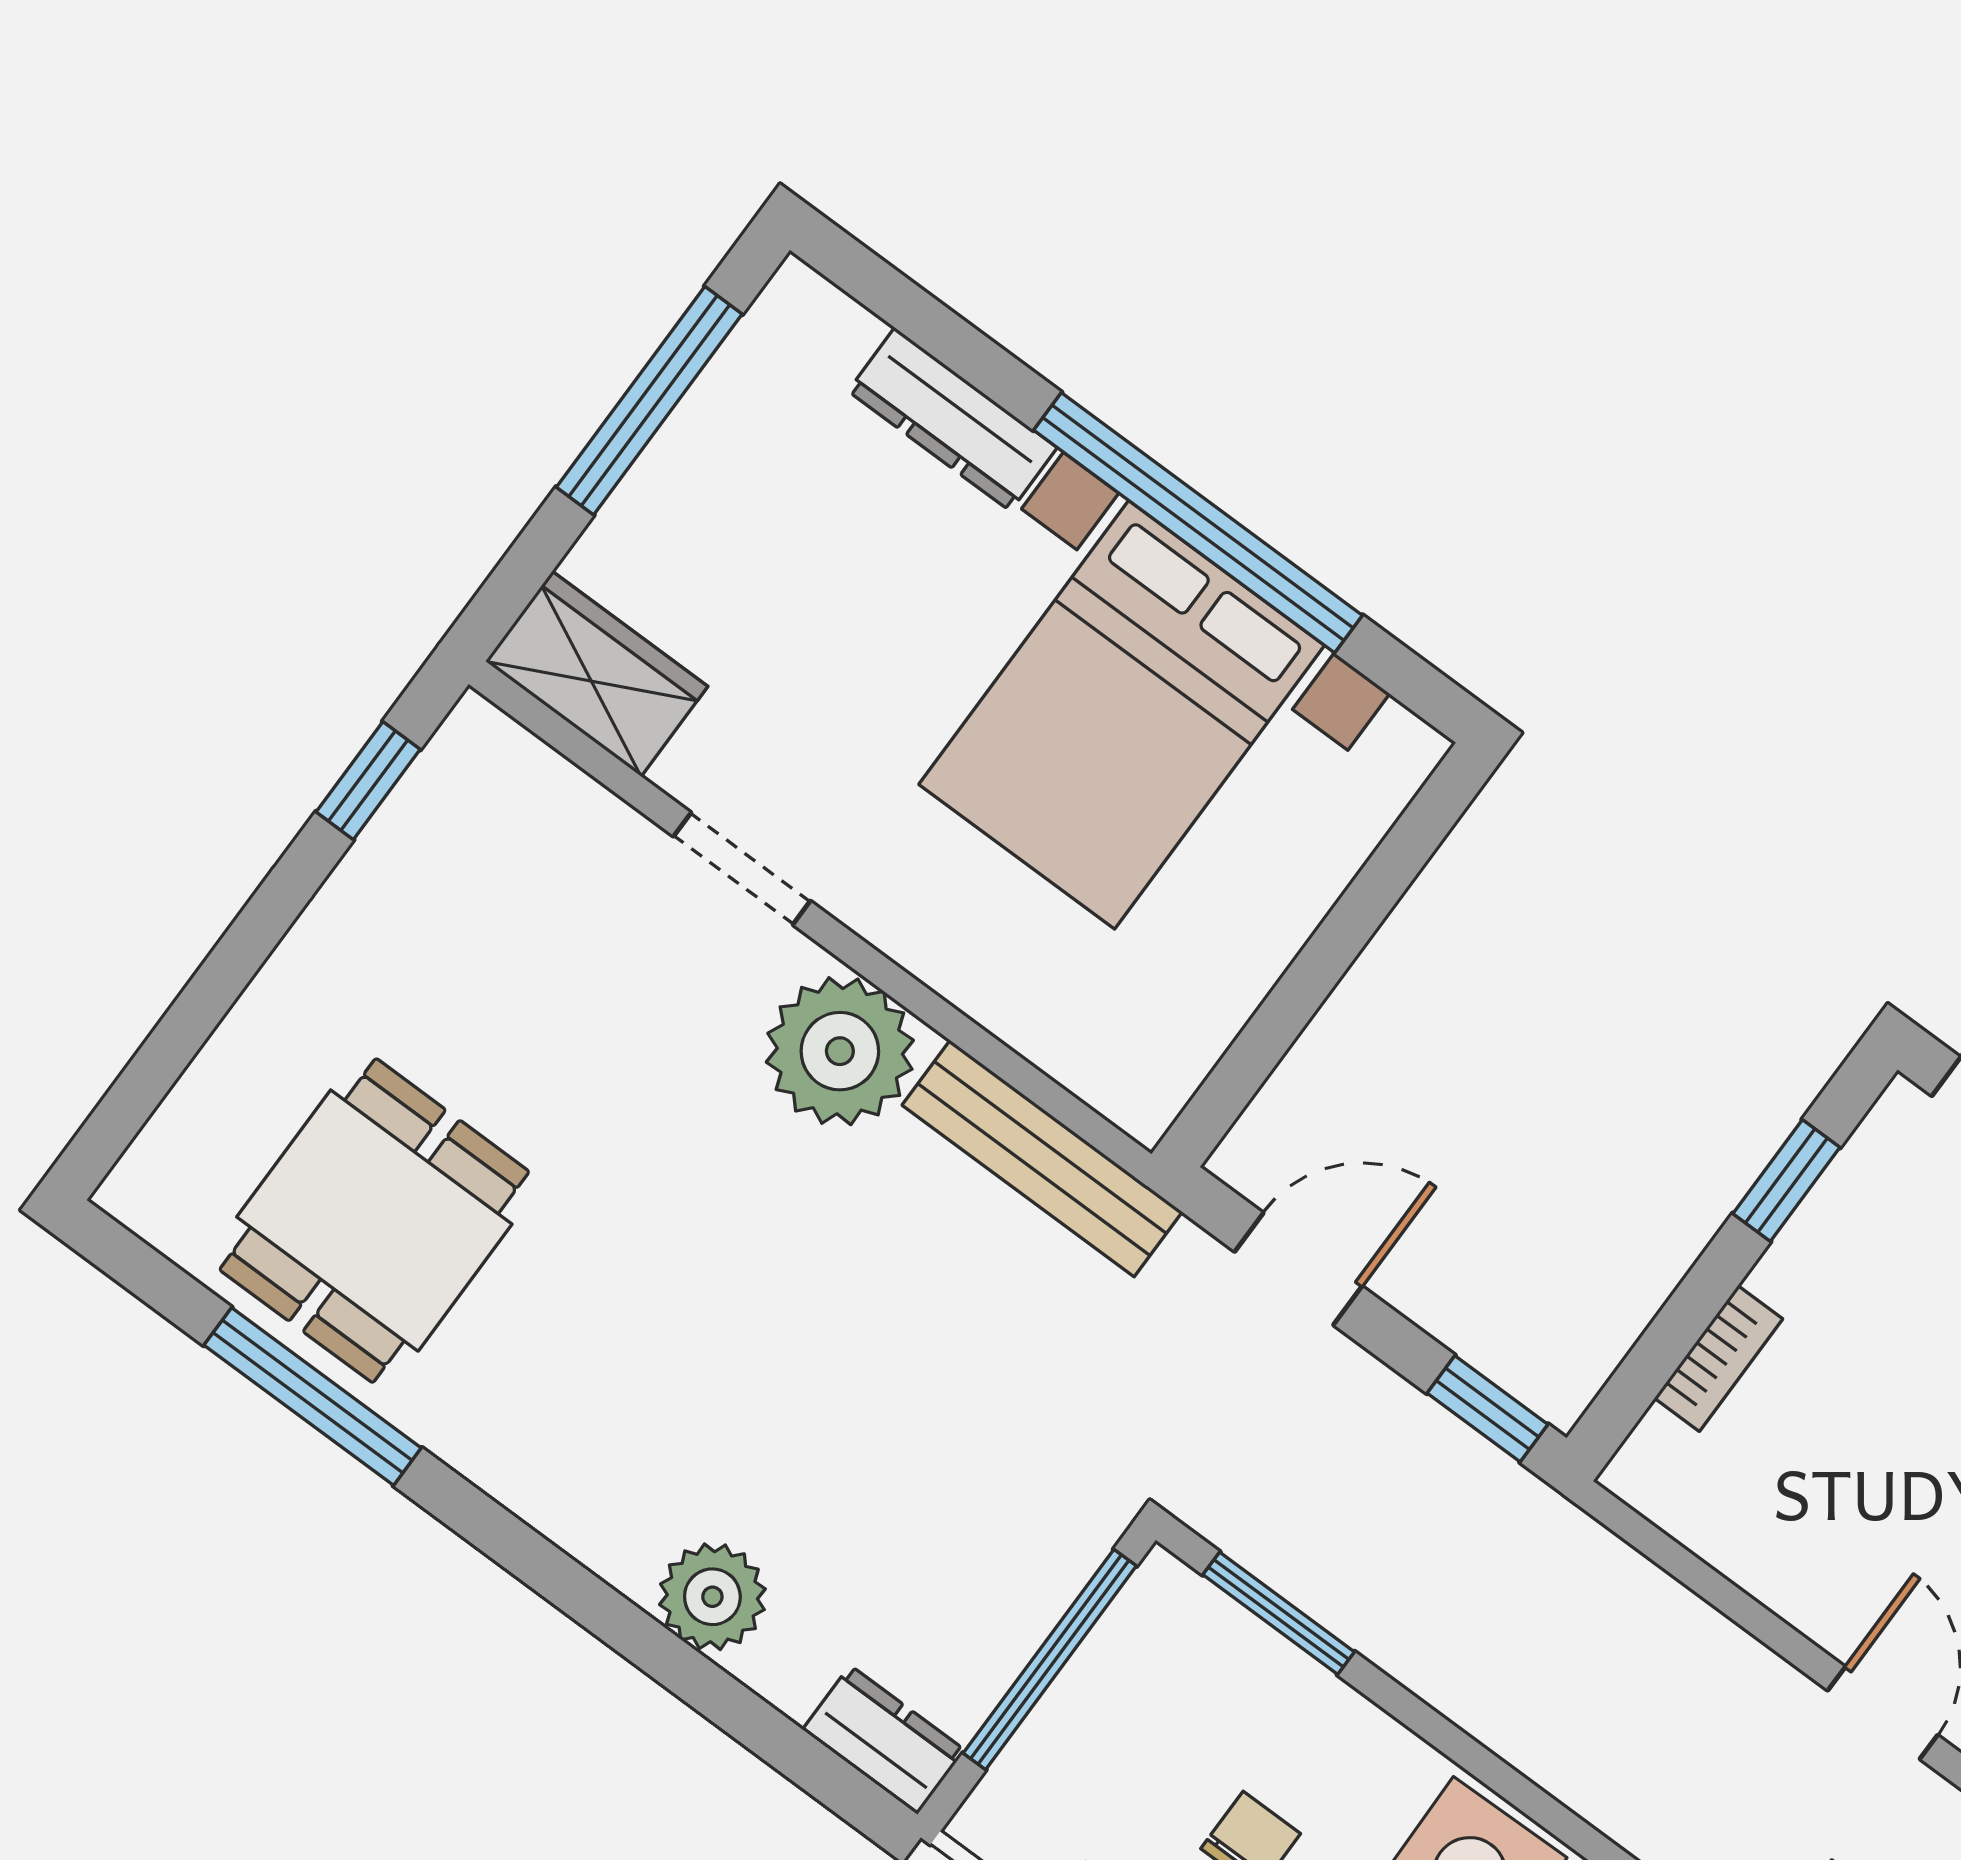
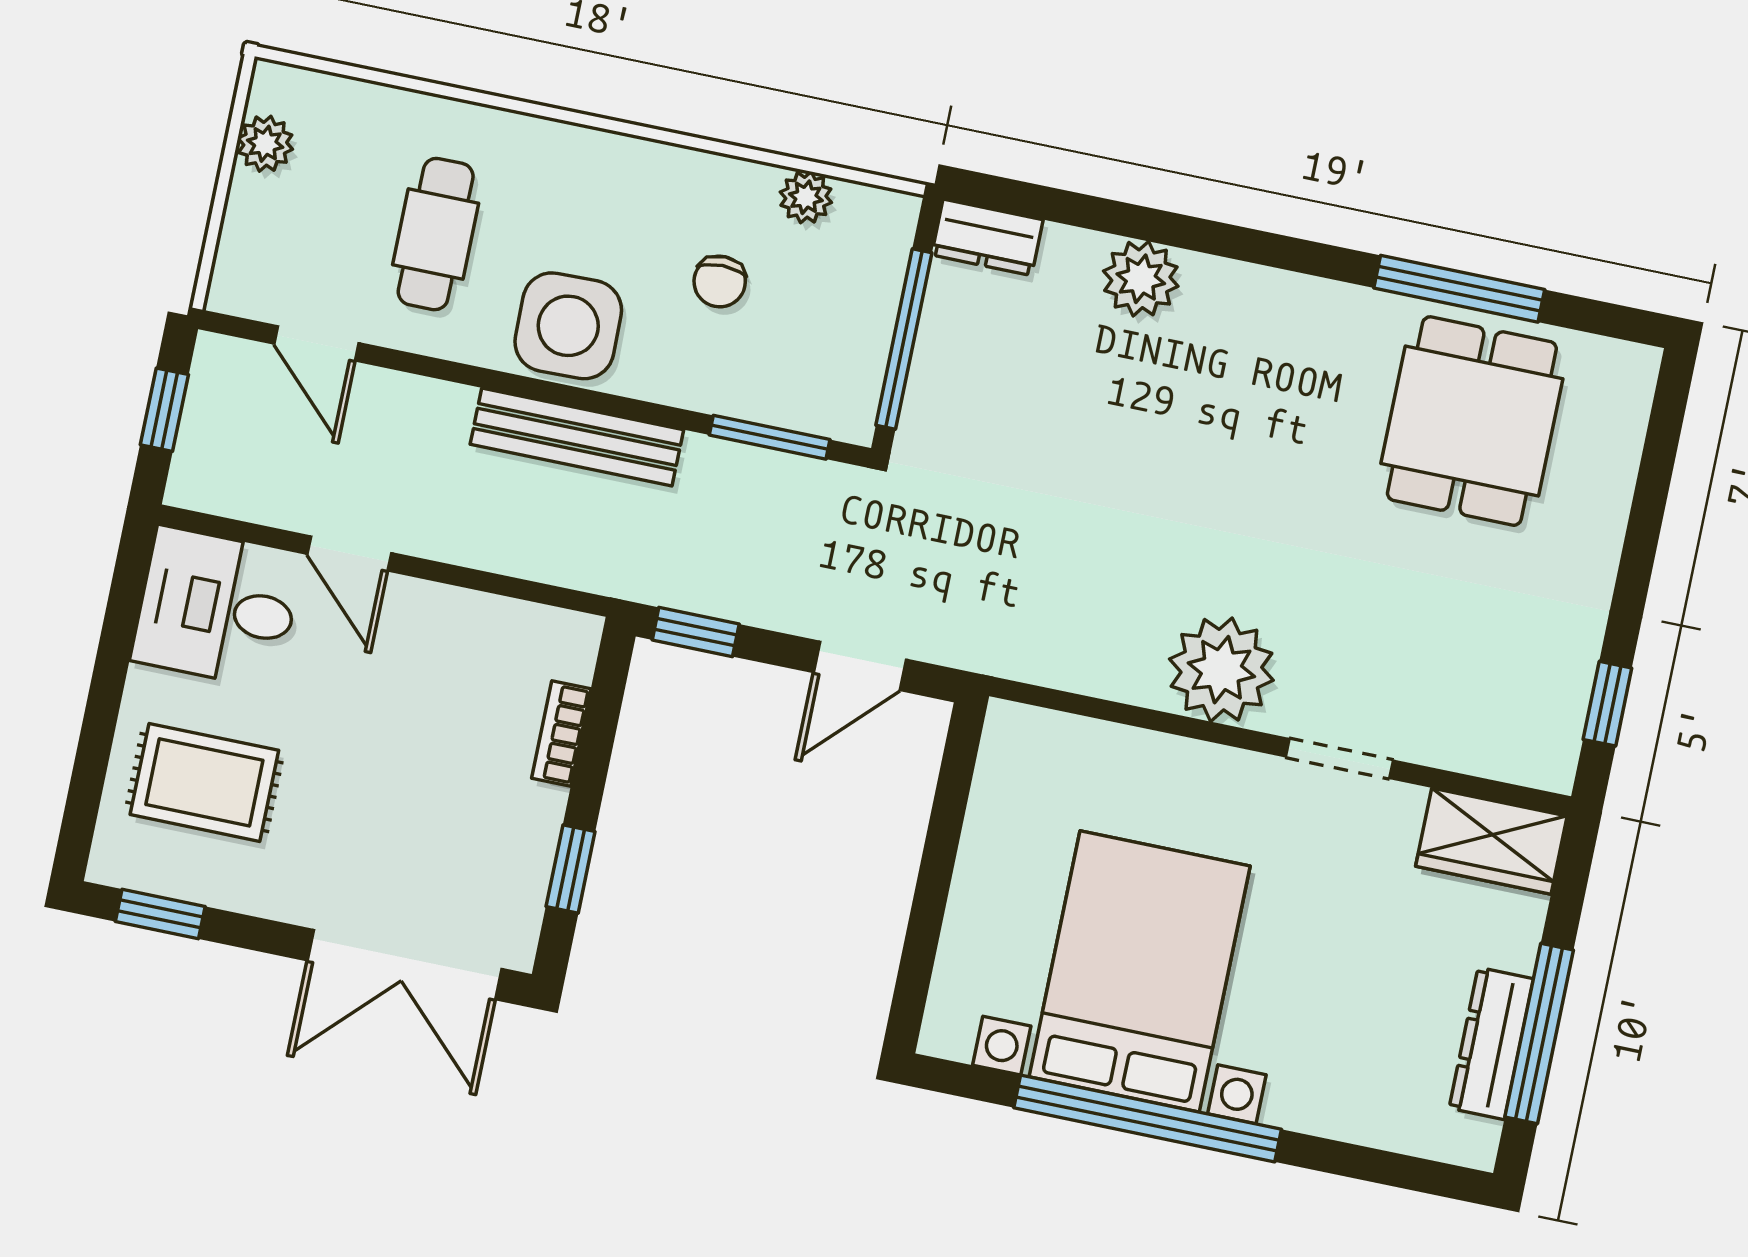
dresser: (953, 419) -> (1491, 1043), moved, turned -90
bench: (1042, 1159) -> (577, 437), moved

